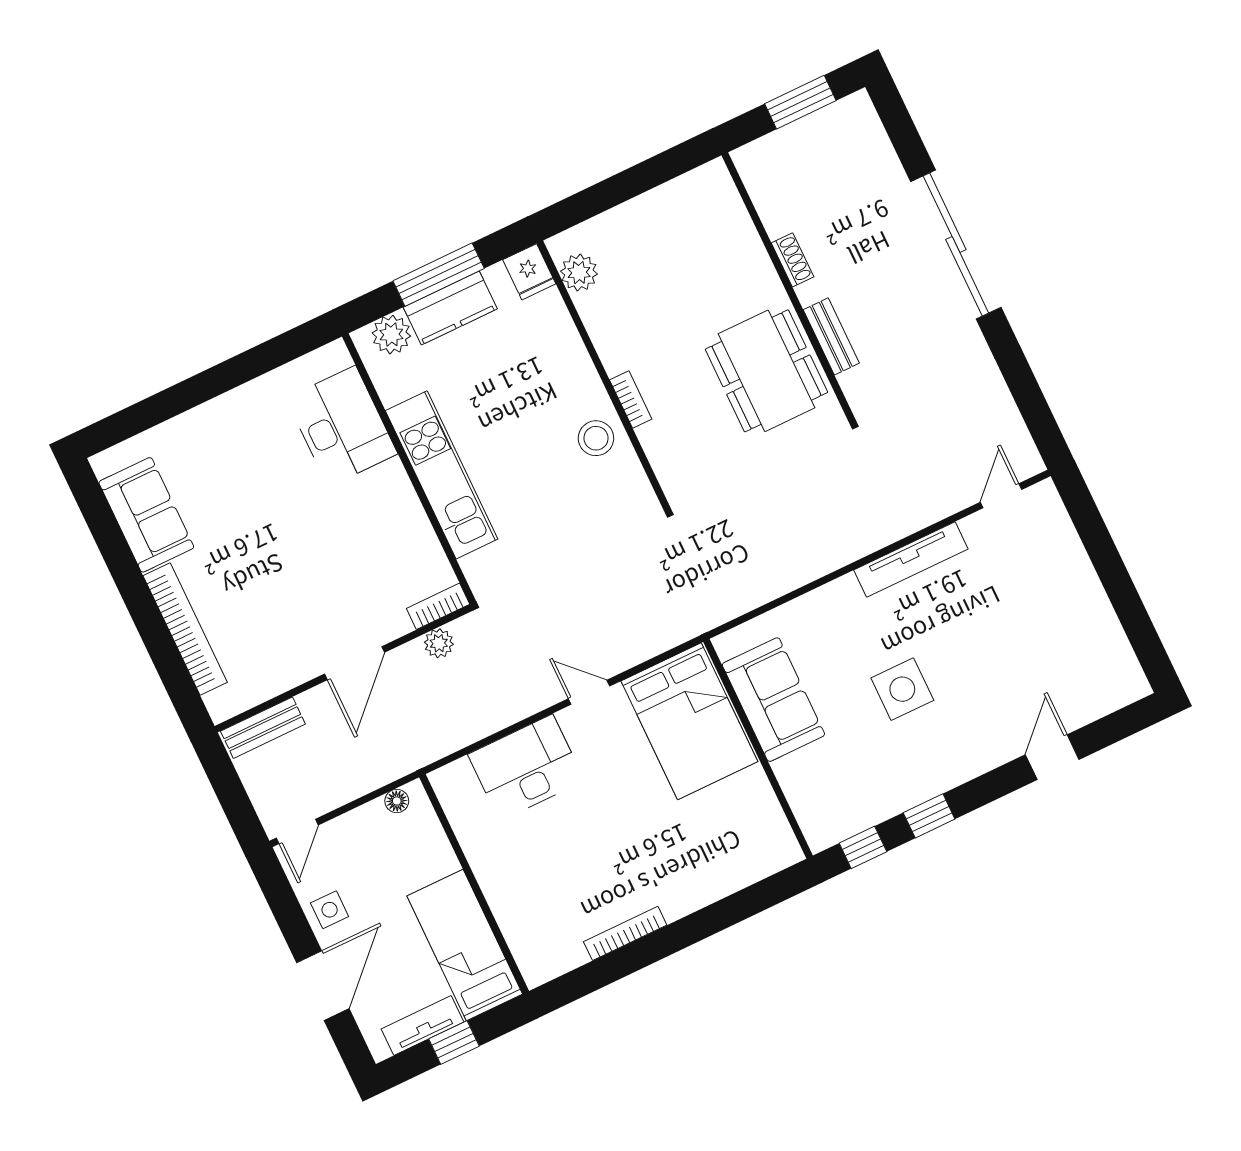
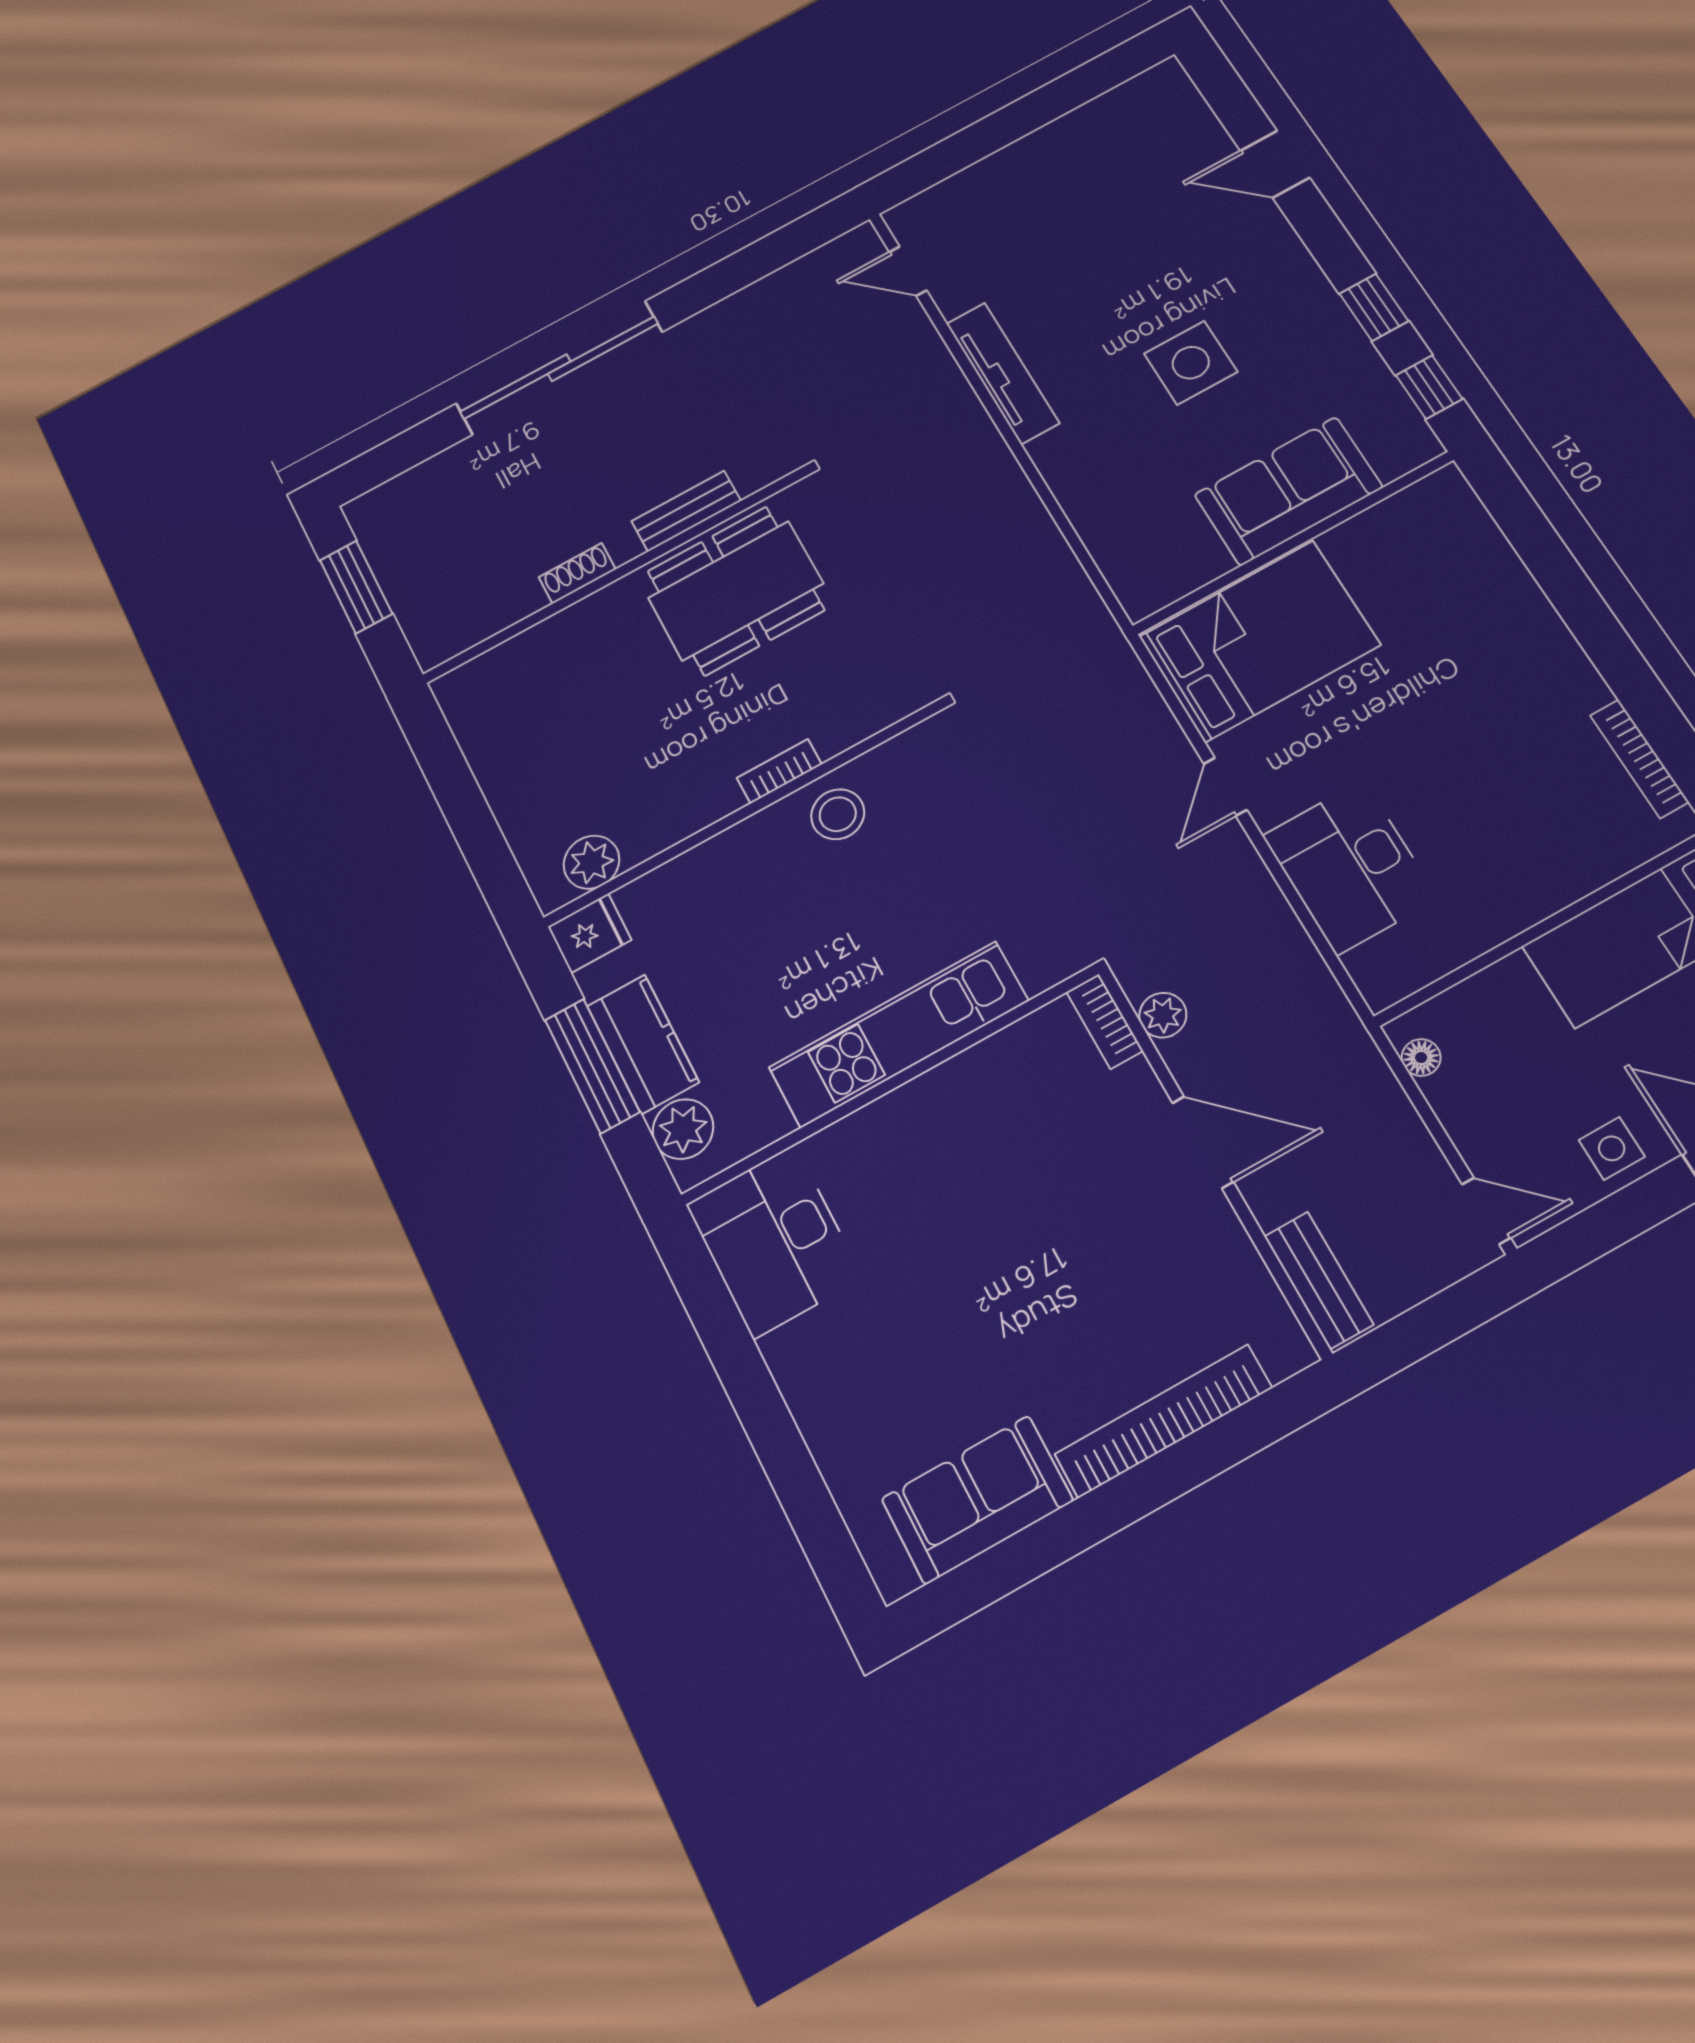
desk: (342, 426) -> (774, 1241), moved, turned -90
sofa: (773, 700) -> (1288, 491), moved
bookcase: (625, 933) -> (1639, 759), moved

